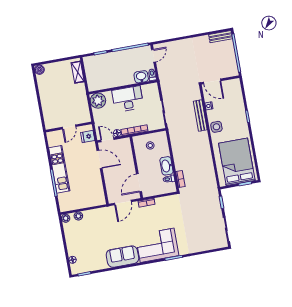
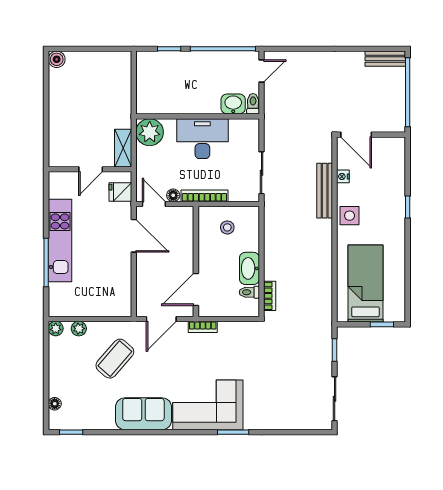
shelving: (78, 72) -> (123, 148), moved
bed: (237, 162) -> (365, 284), width x0.67
coffee table: (101, 229) -> (115, 359), added

